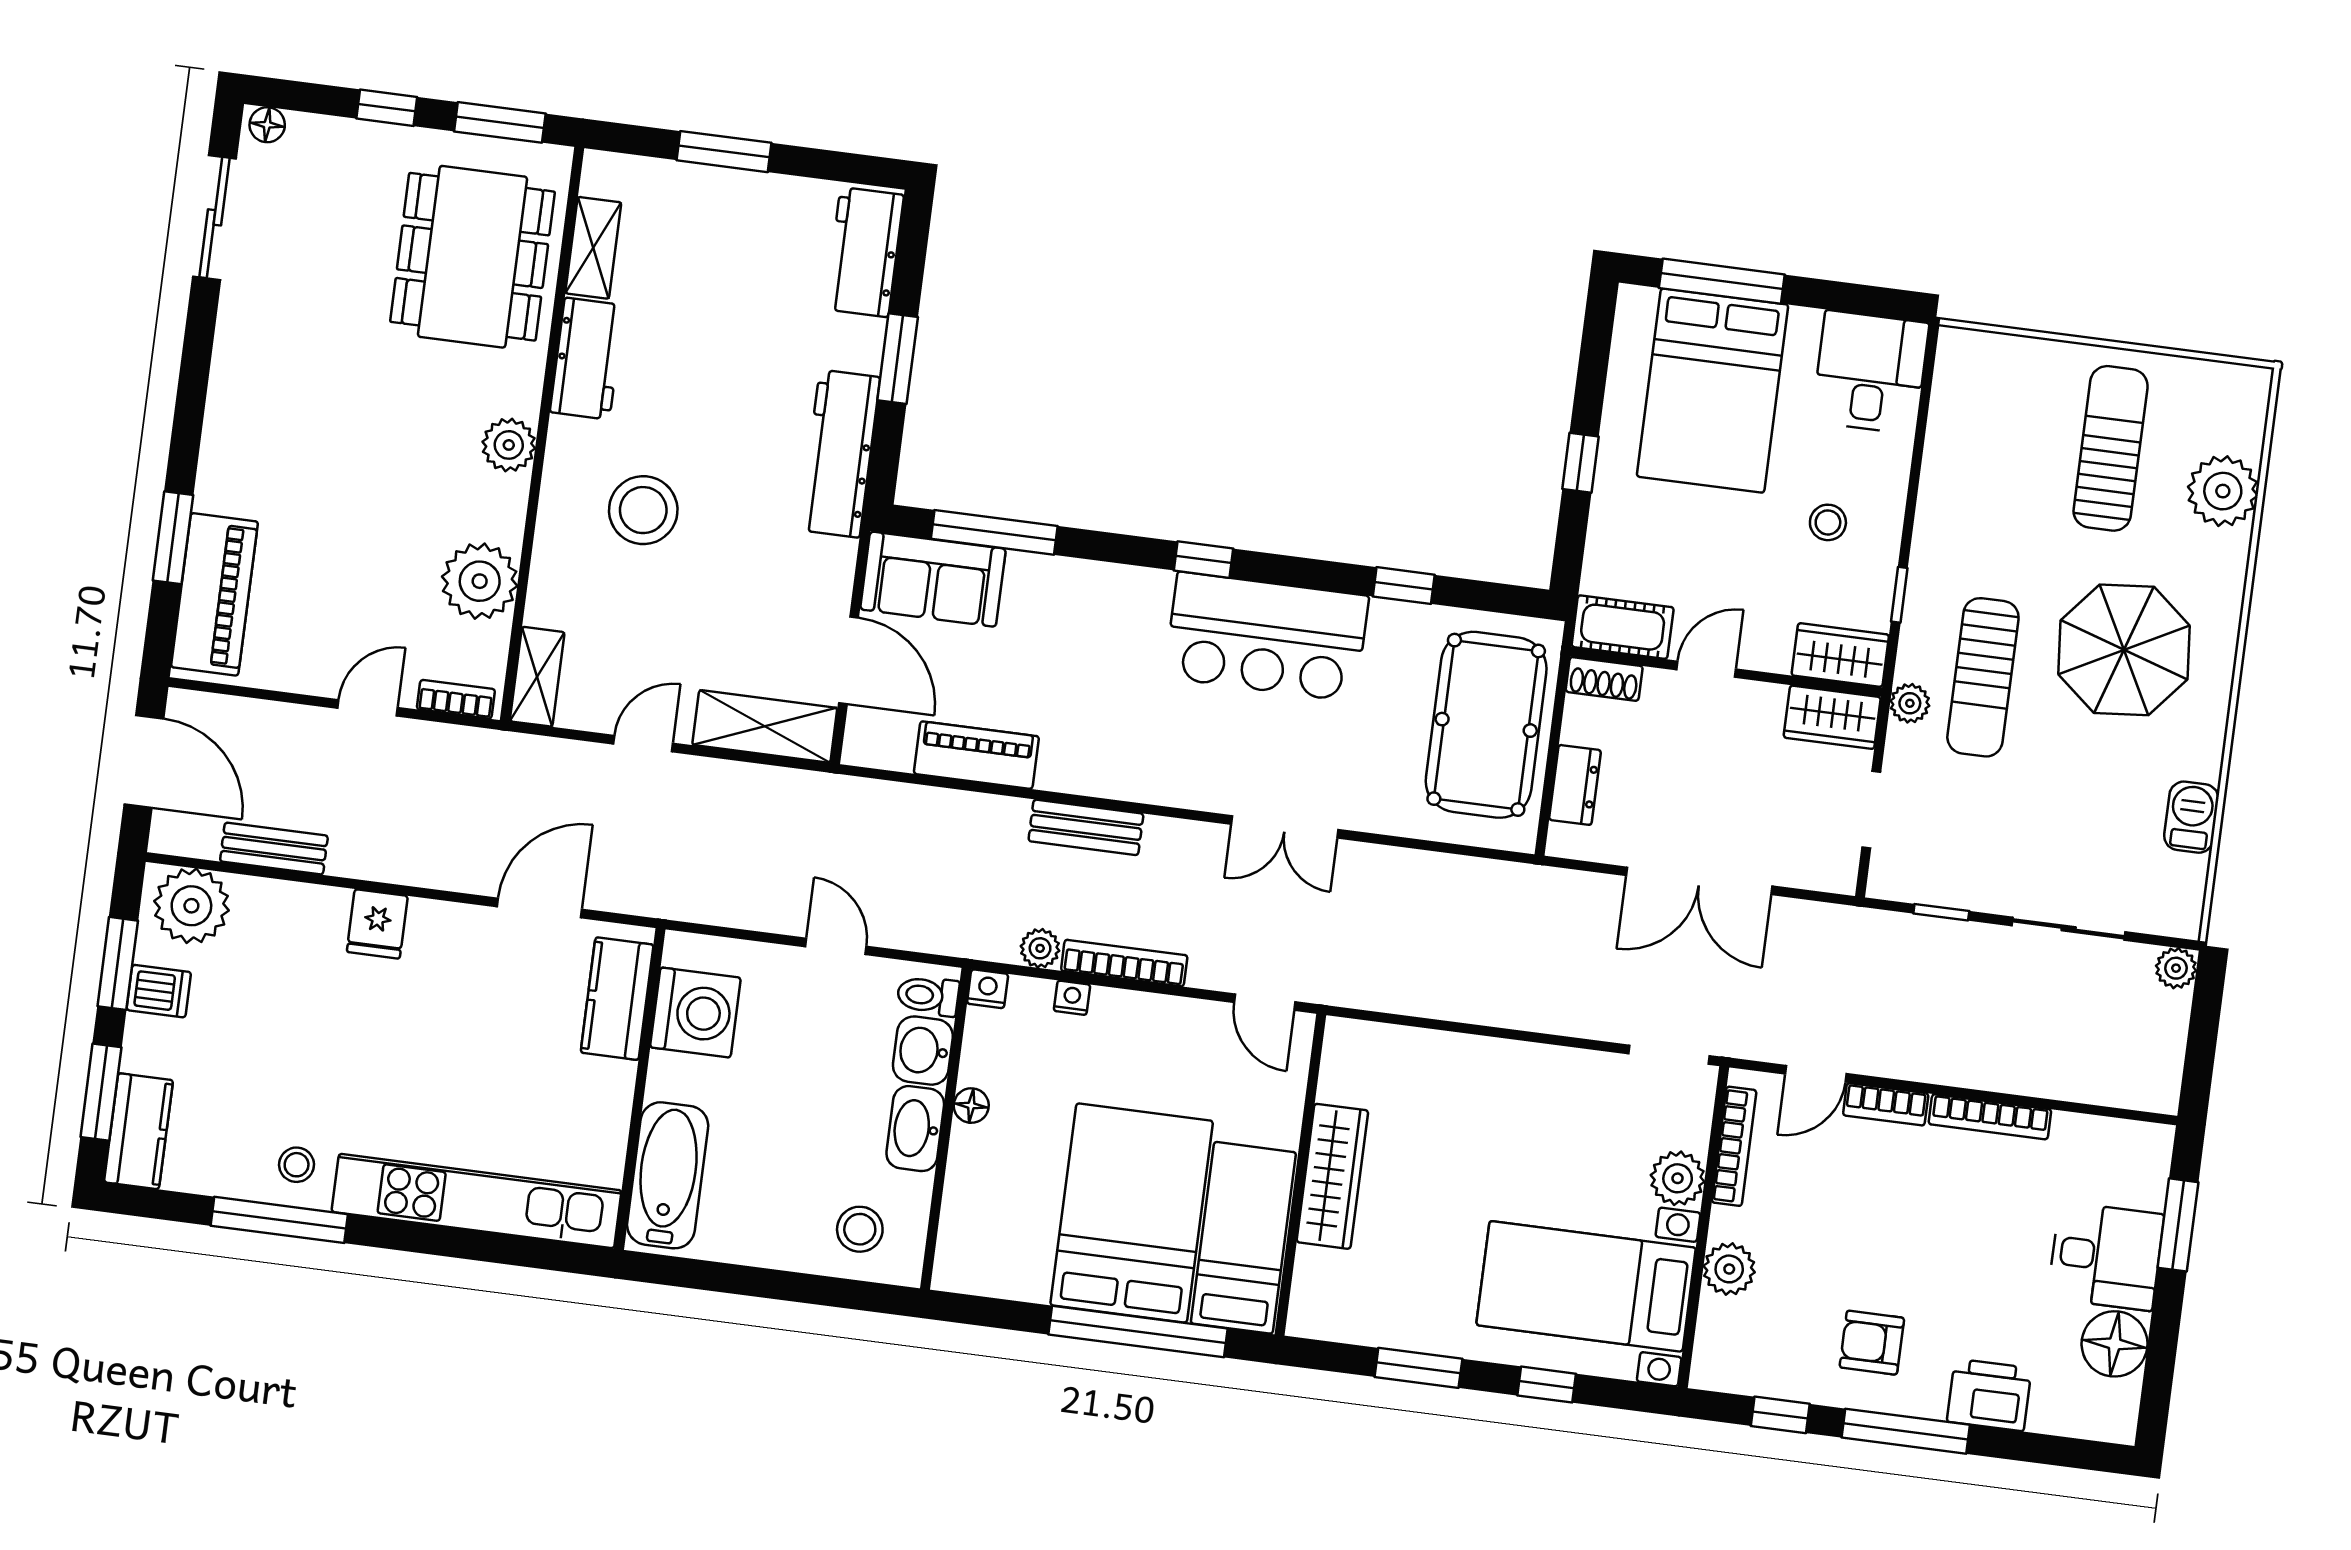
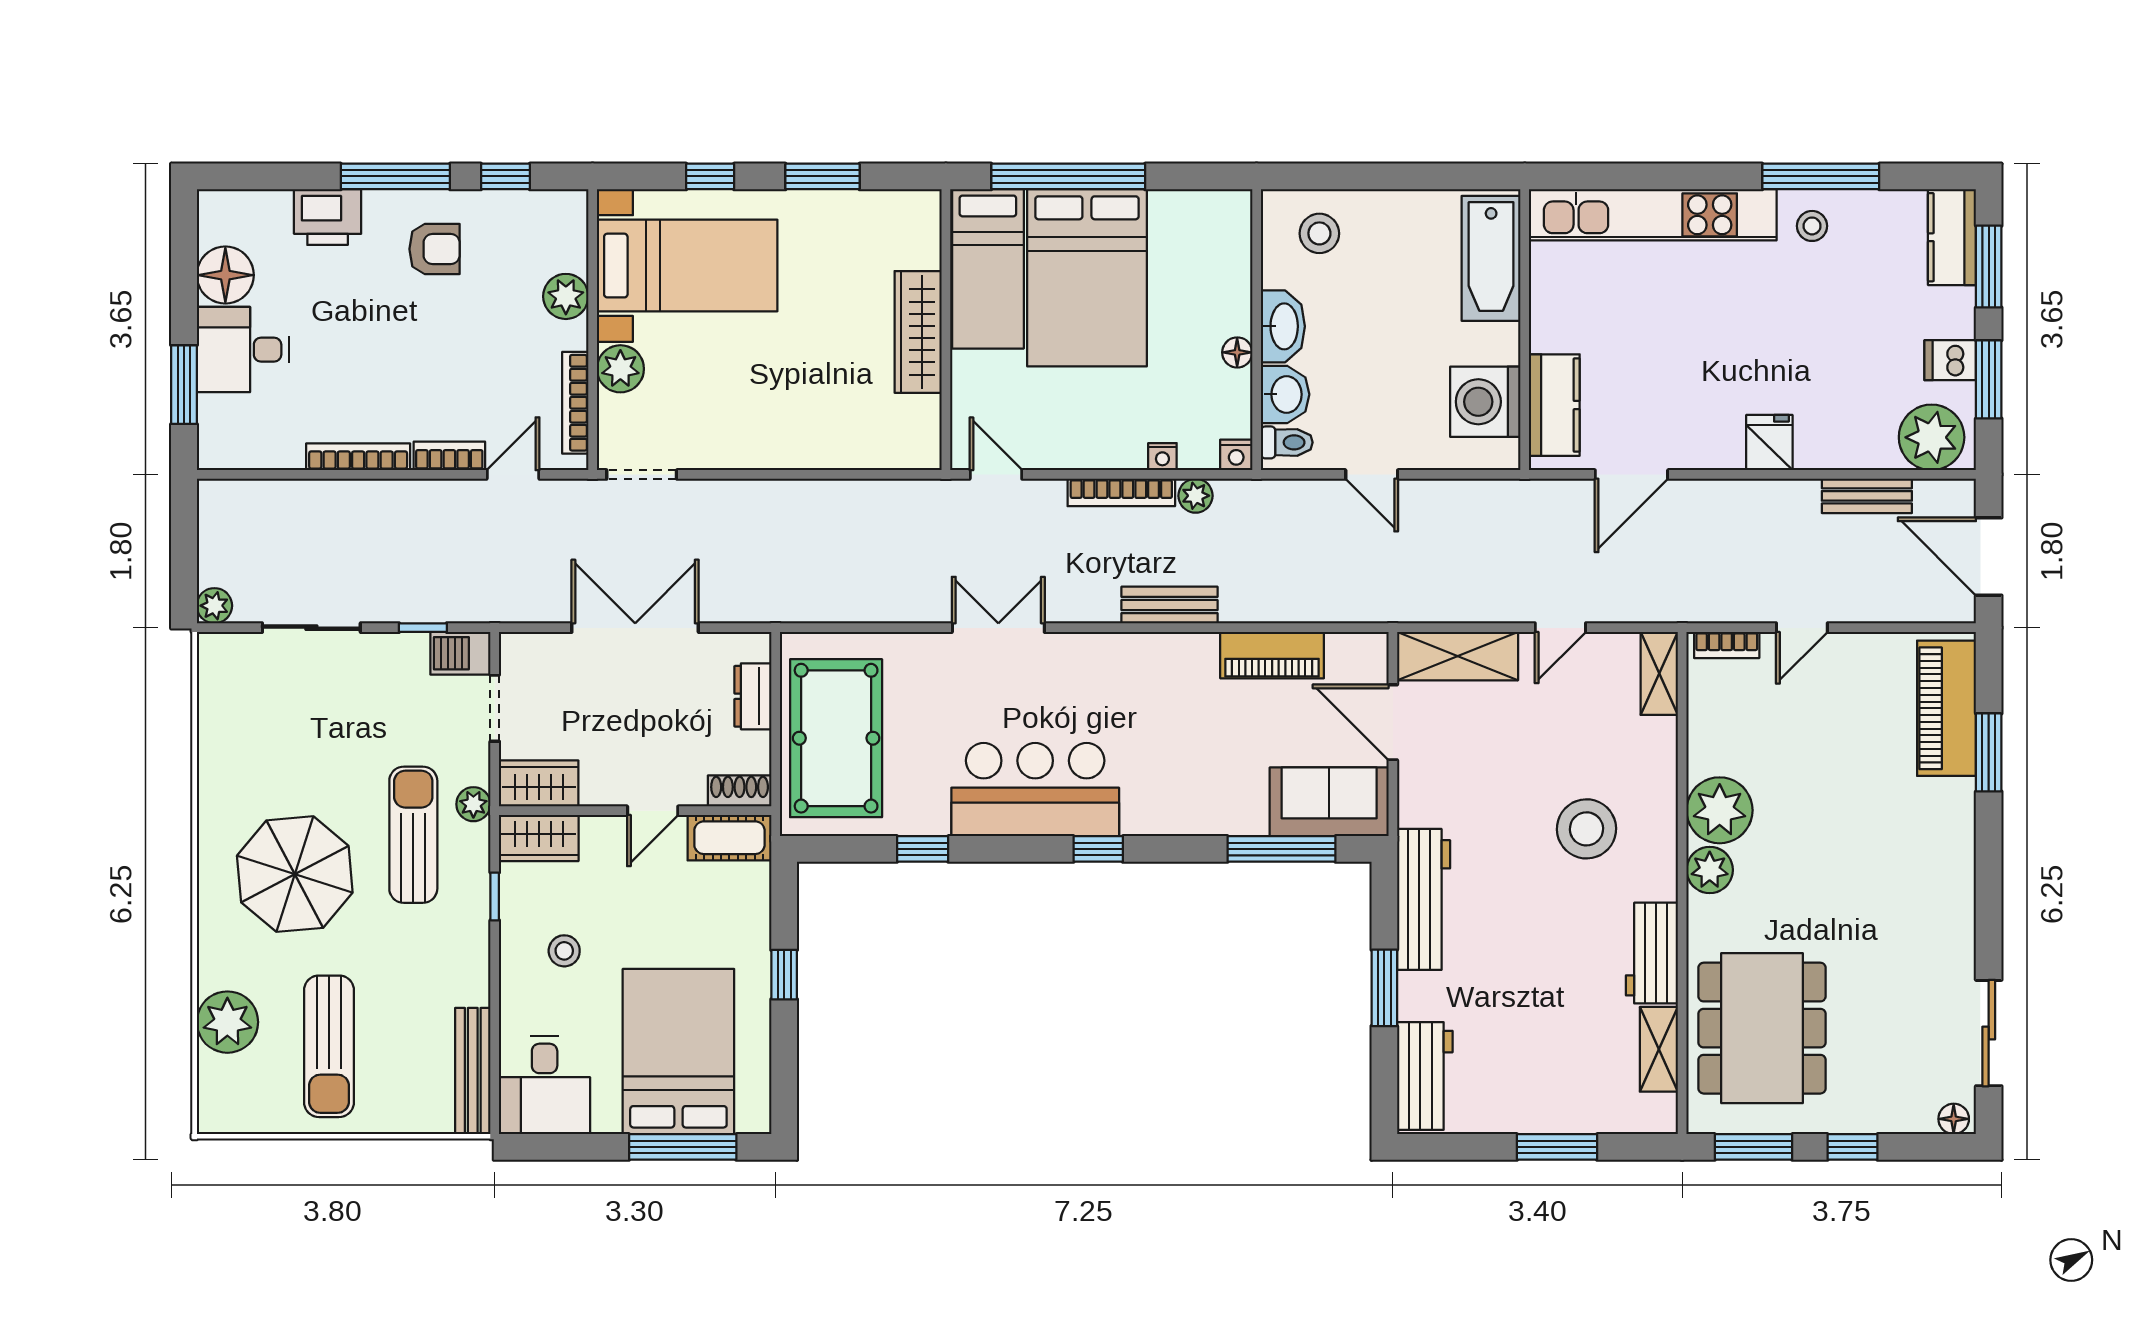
bench: (1950, 399) -> (473, 1071), added
plant: (480, 581) -> (1720, 810), moved
barbecue: (2191, 817) -> (460, 653), moved, turned 90

